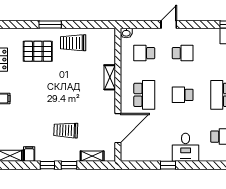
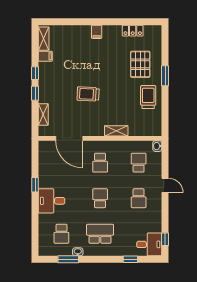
school desk: (144, 95) -> (100, 163), width x0.54
trolley: (66, 130) -> (88, 94), moved, turned -89

